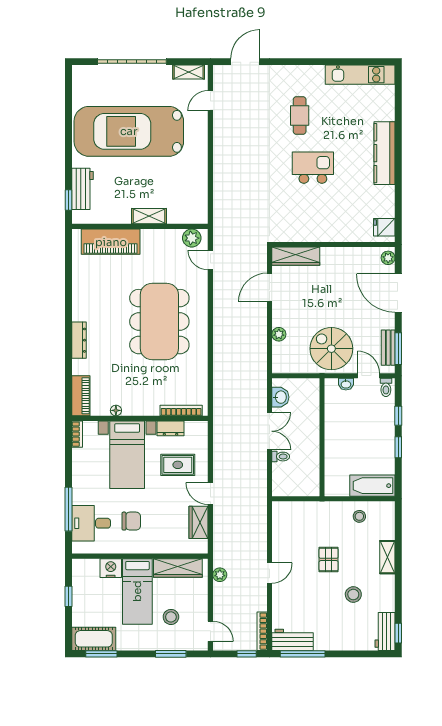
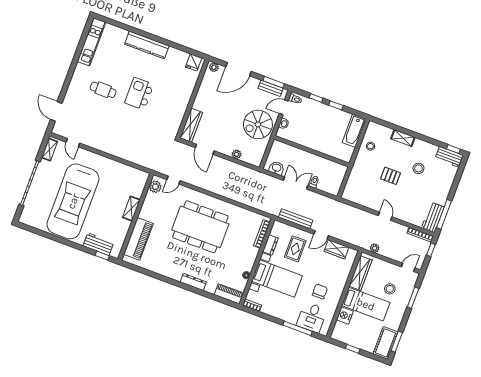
bench: (220, 450) -> (296, 219), added

